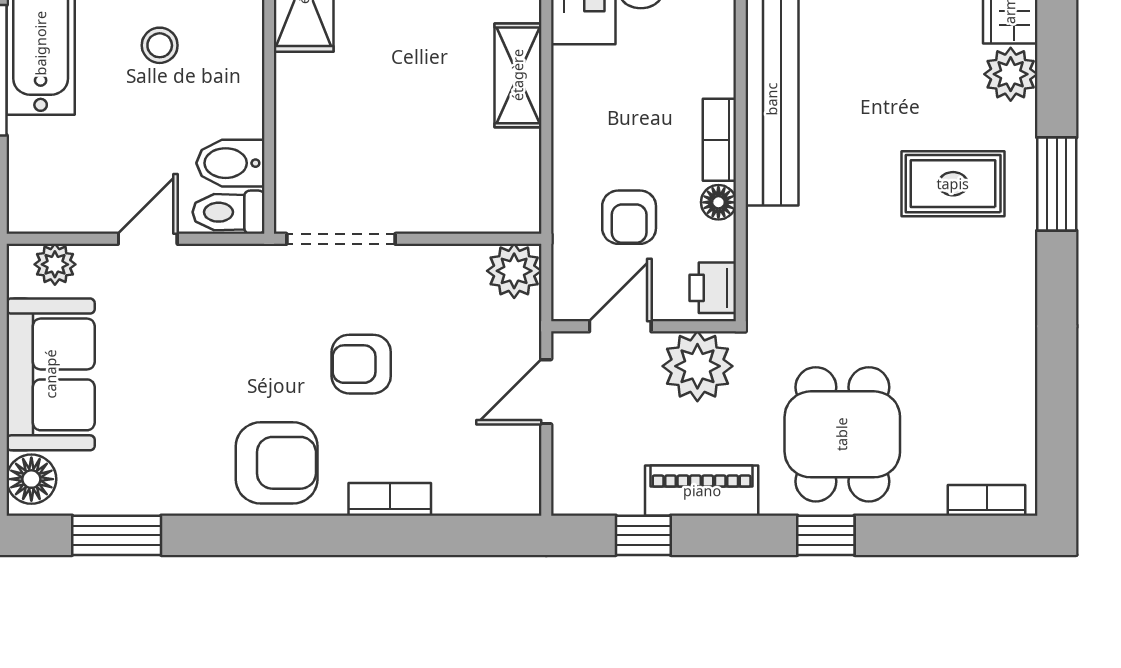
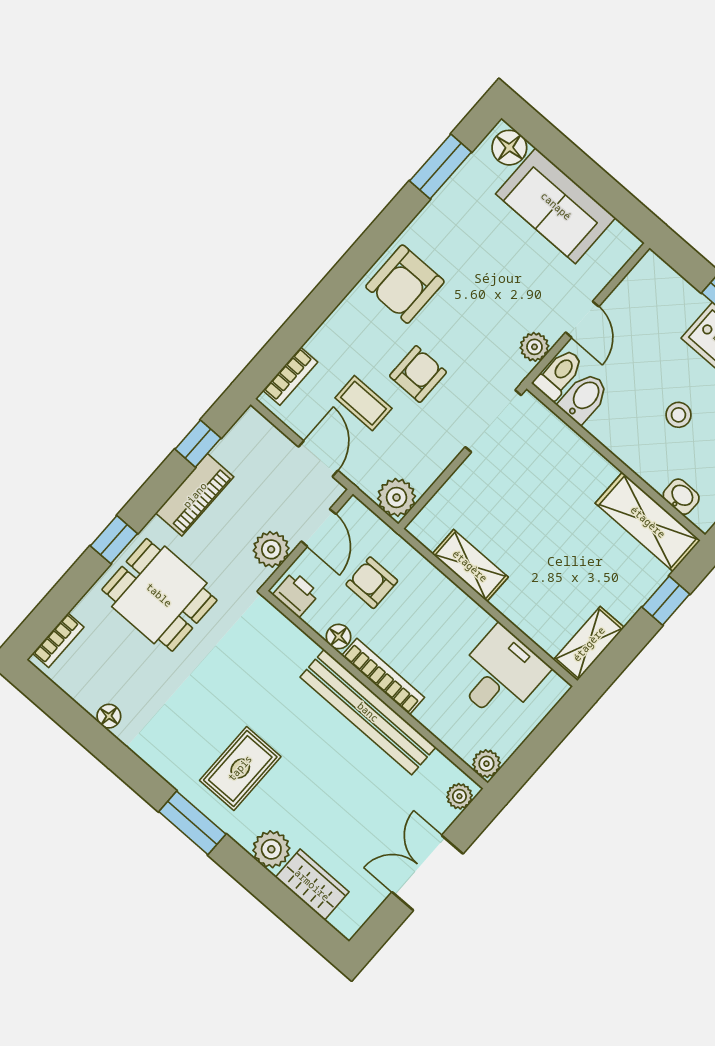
shelving: (518, 75) -> (470, 566), moved
bookcase: (719, 140) -> (383, 676), width x1.56
plant: (55, 264) -> (534, 347), moved
plant: (697, 366) -> (271, 549), width x0.73, depth x0.73
floor lamp: (1020, 374) -> (109, 716), added
coffee table: (444, 395) -> (363, 403), added
bookcase: (390, 499) -> (290, 376), moved

